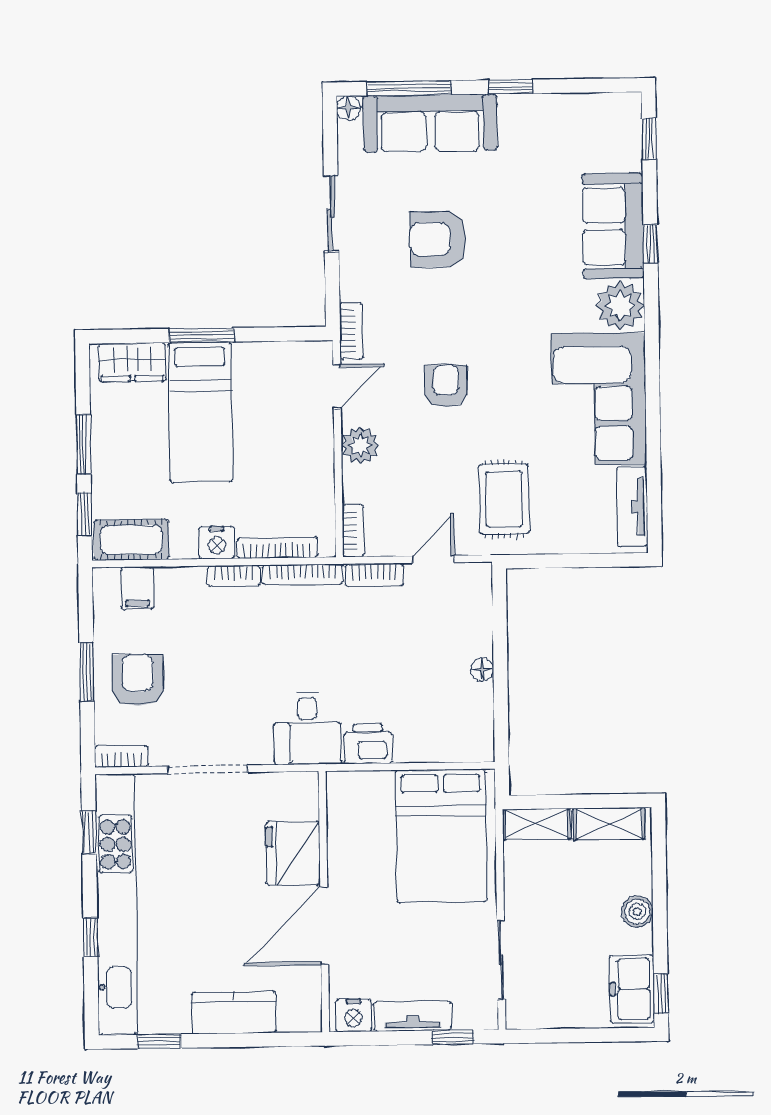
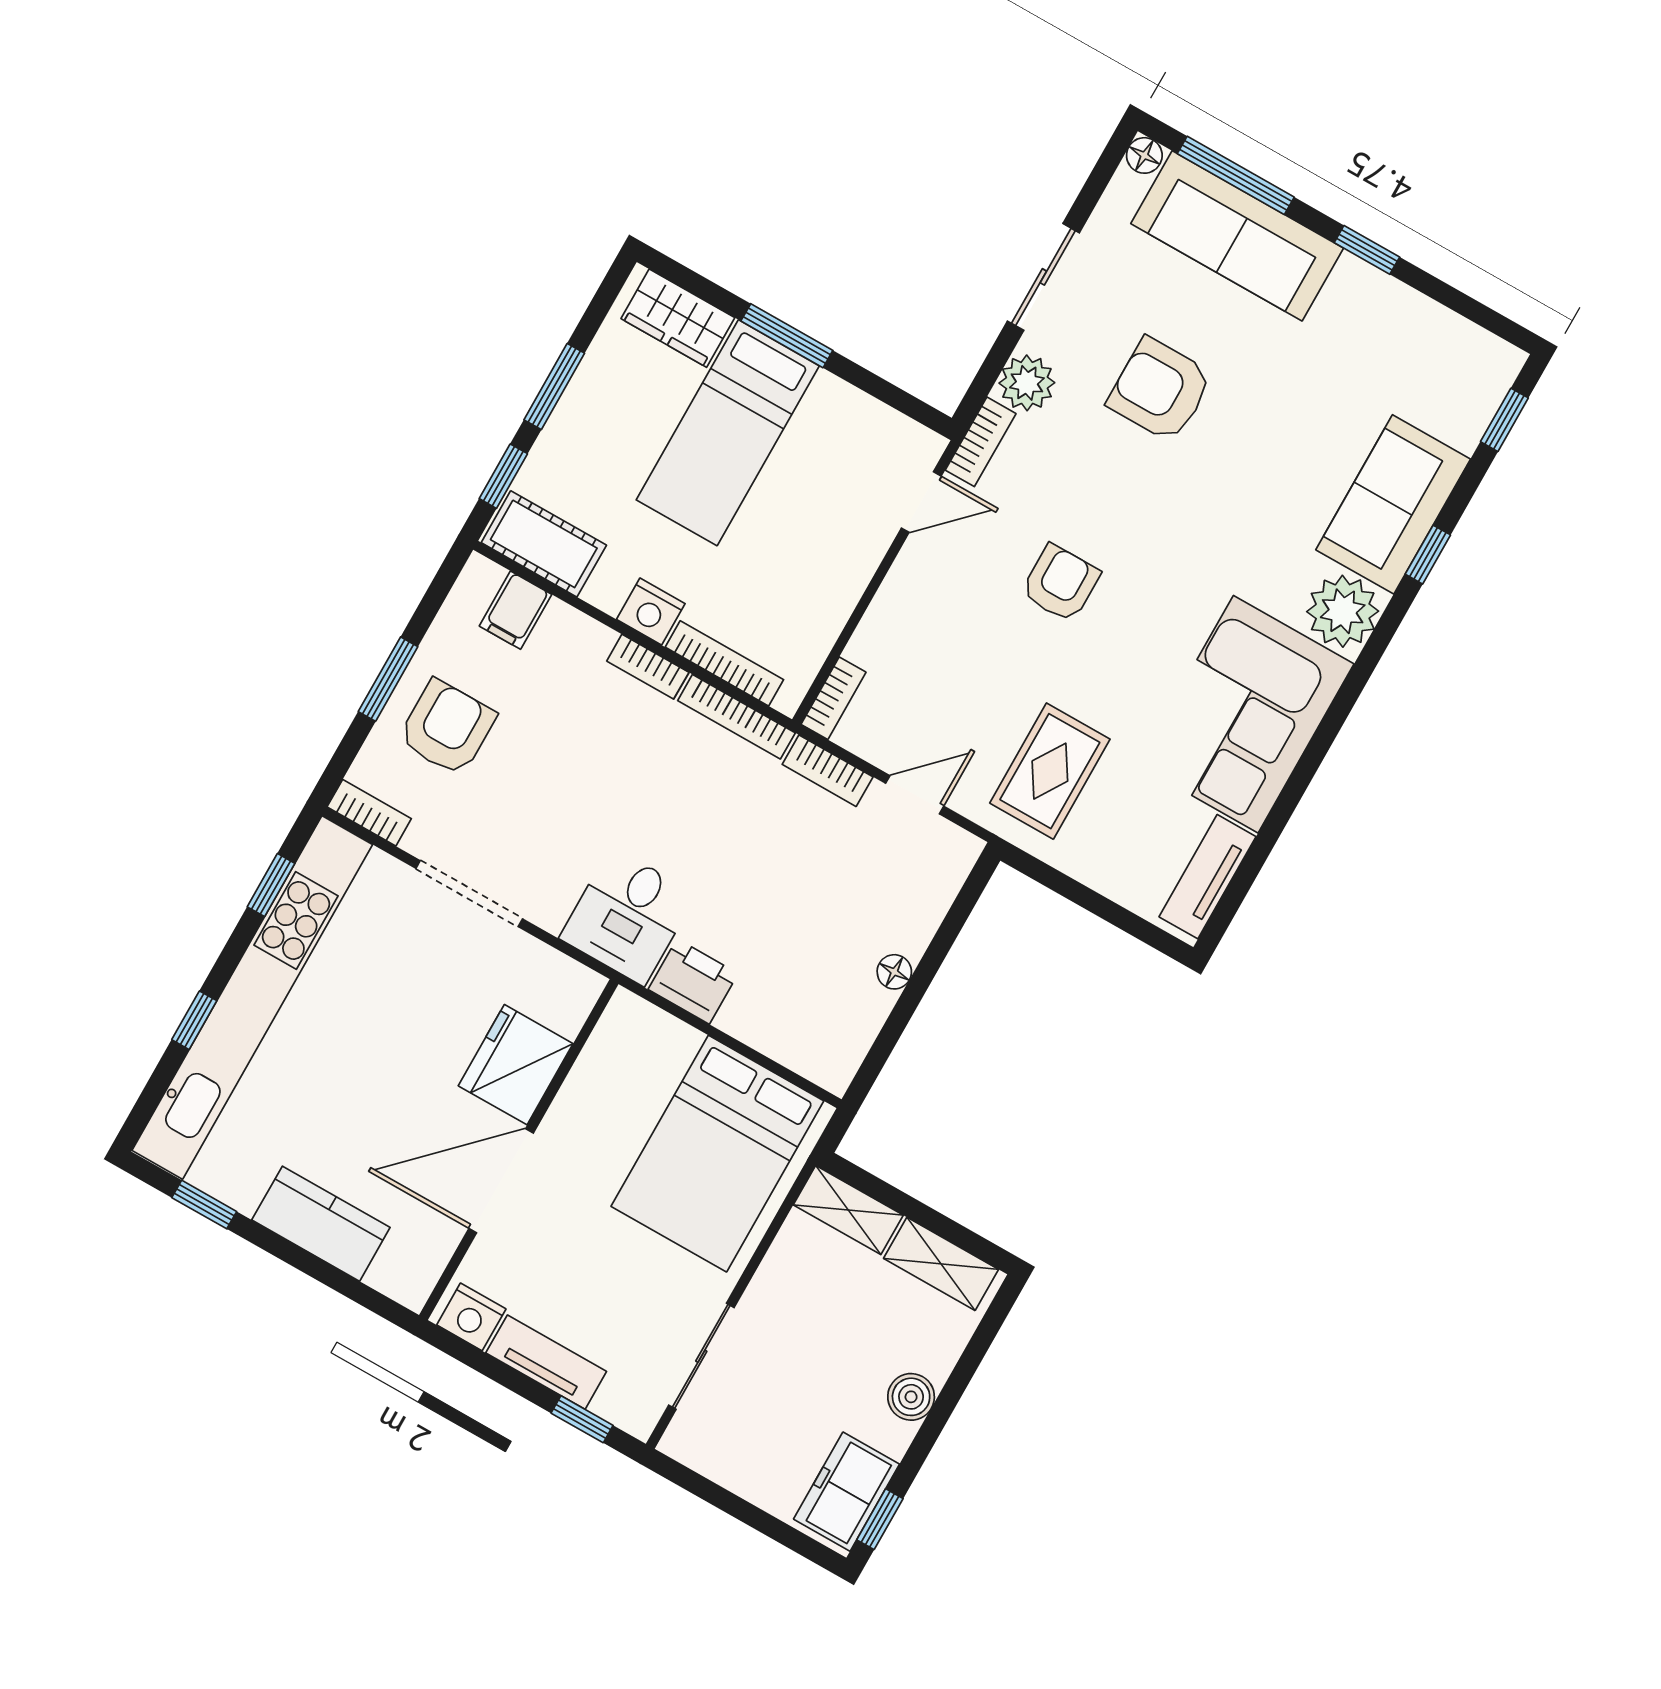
plant: (360, 445) -> (1027, 383), moved

